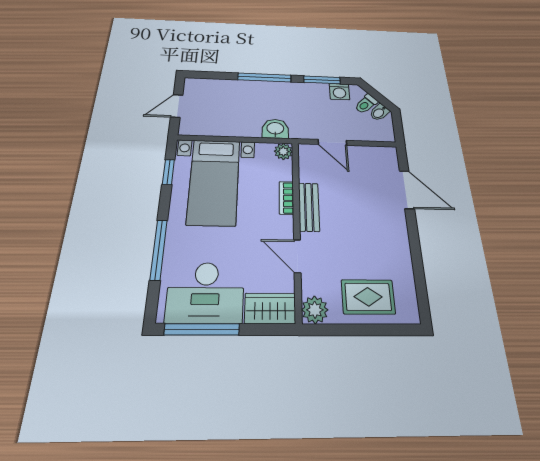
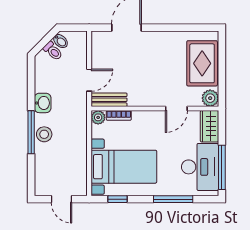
window: (322, 80) -> (31, 85), removed
stool: (262, 91) -> (44, 134), added
washing machine: (339, 92) -> (42, 72), removed
washbasin: (275, 129) -> (43, 103), moved, turned 180
bookcase: (286, 198) -> (119, 115), moved
bench: (309, 207) -> (109, 100), moved
rug: (368, 297) -> (202, 63), width x1.36, depth x1.43

